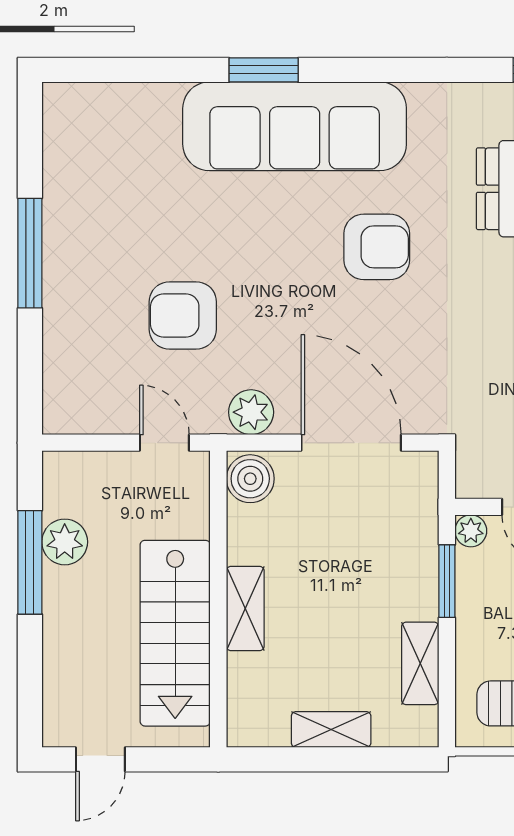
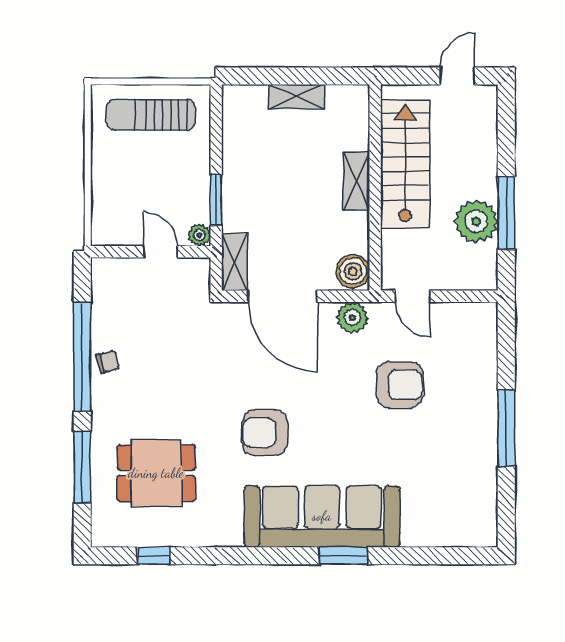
plant: (65, 542) -> (476, 222), width x1.36, depth x1.36
shelving: (420, 663) -> (235, 262), moved

